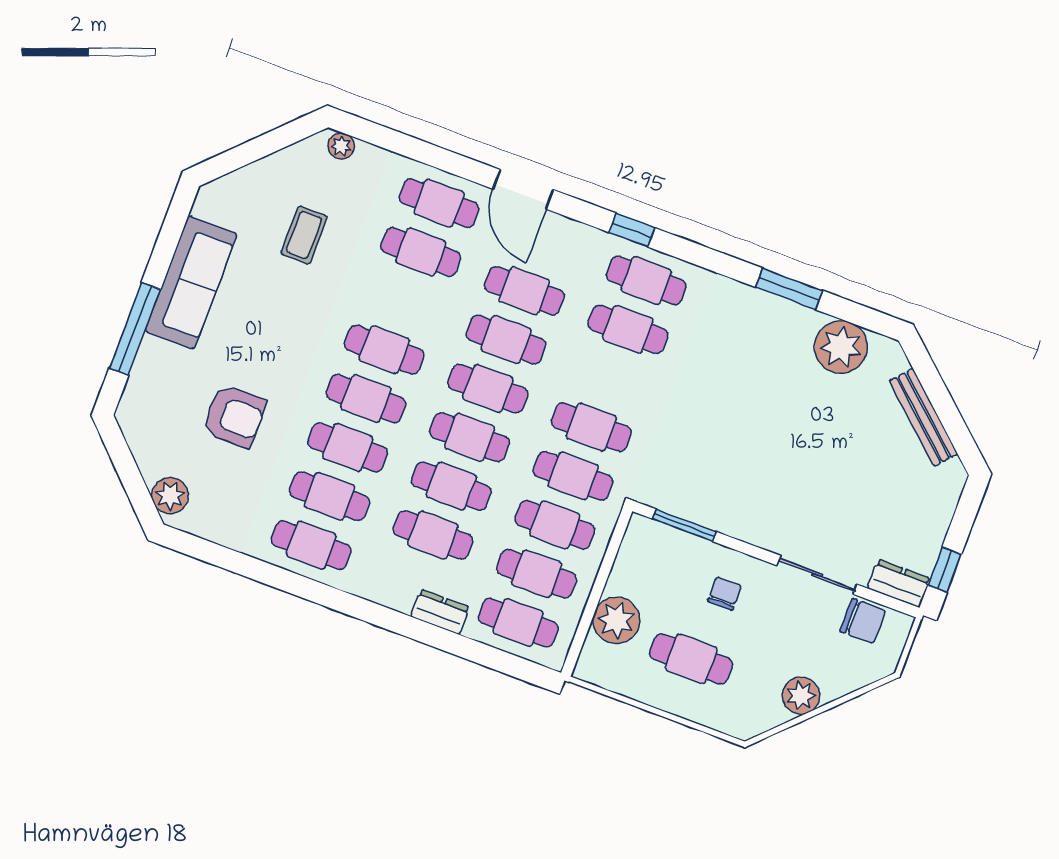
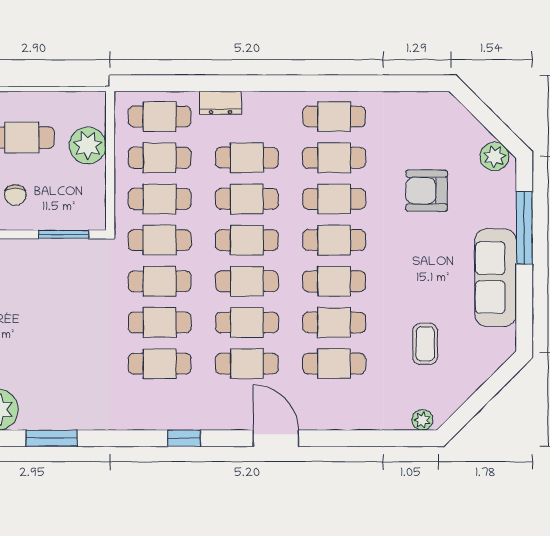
cafe table: (439, 203) -> (334, 322), moved
cafe table: (646, 281) -> (160, 322), moved
plant: (170, 496) -> (494, 157), moved

